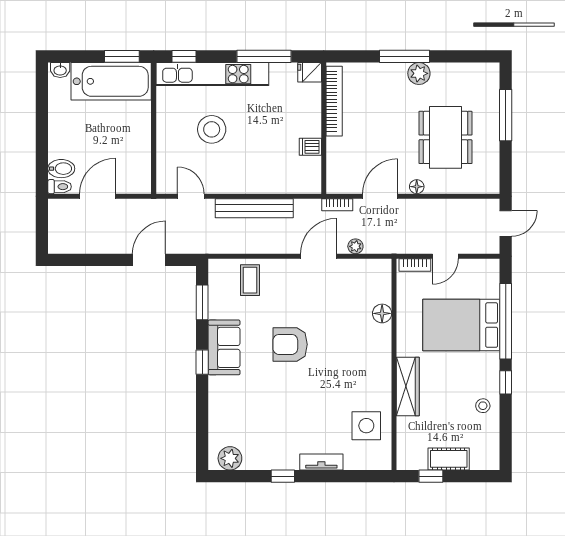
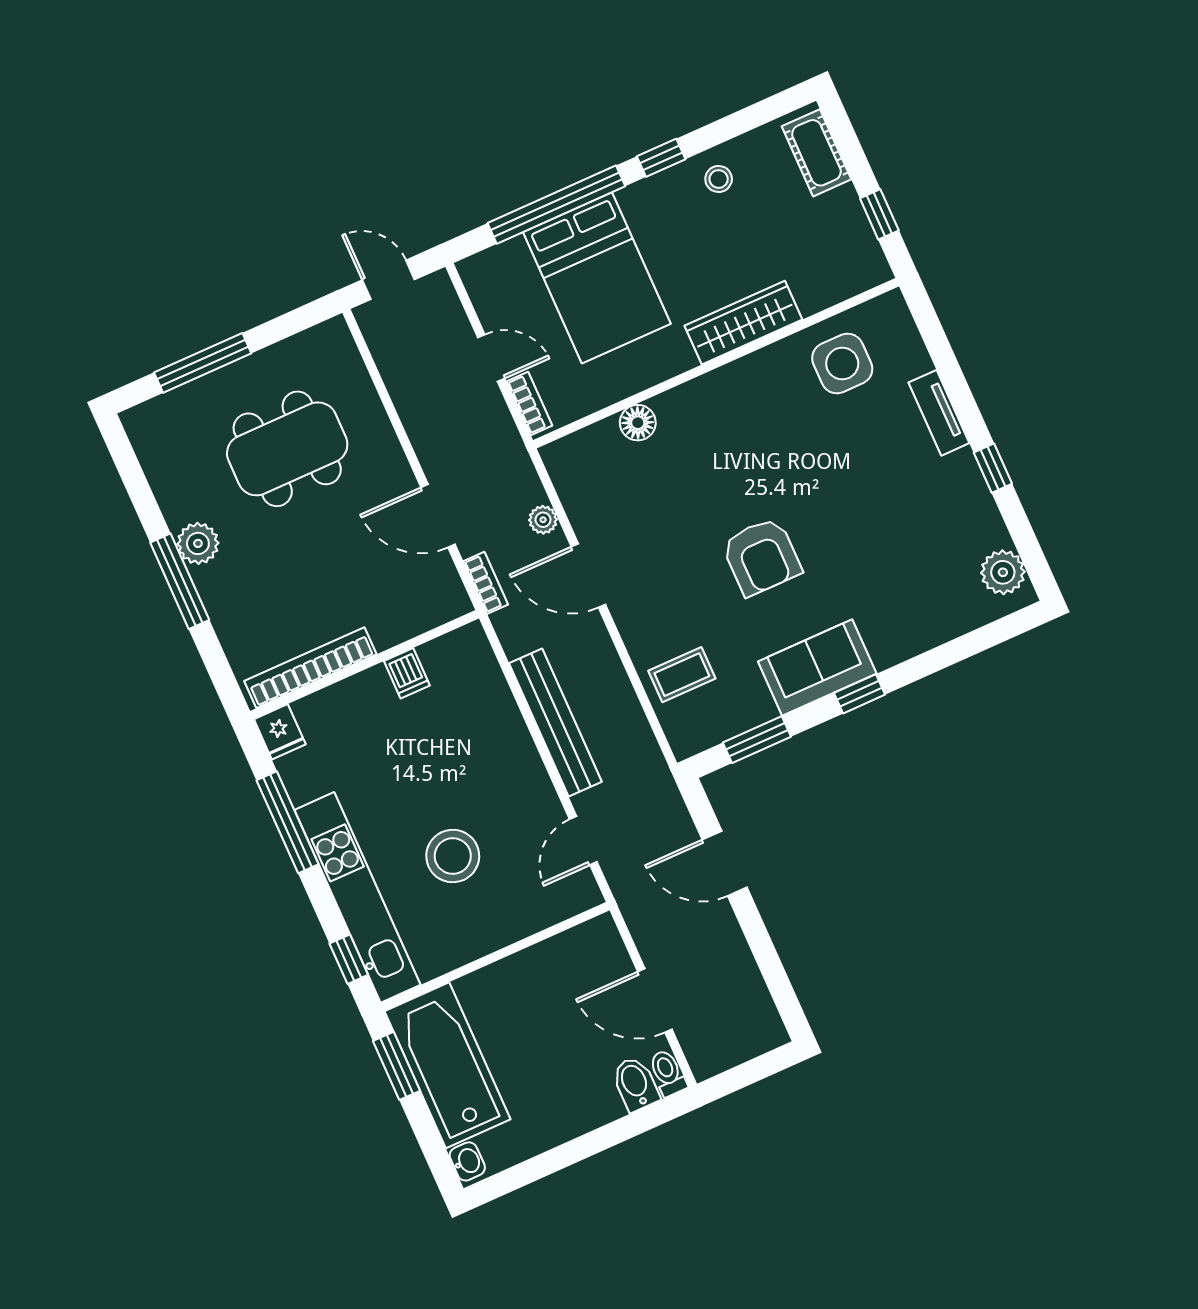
floor lamp: (417, 187) -> (394, 460), removed
cot: (449, 459) -> (816, 153), moved

